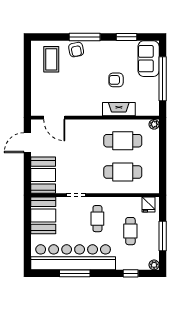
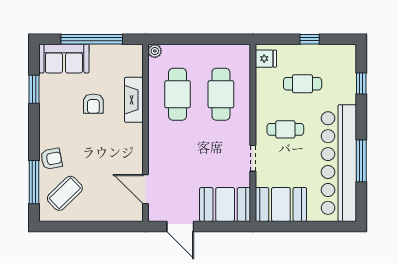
window: (85, 37) -> (34, 182), moved
coffee table: (51, 59) -> (65, 193), turned -44
door: (54, 118) -> (146, 189), swing flipped
window: (163, 236) -> (310, 39), width x0.46
plant: (154, 265) -> (349, 51), removed

